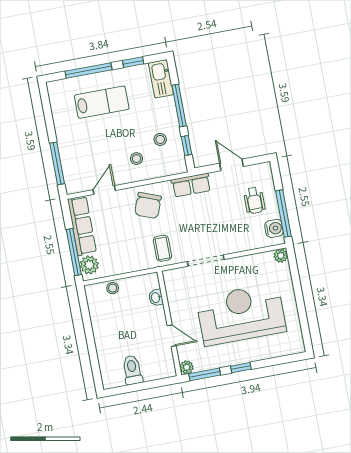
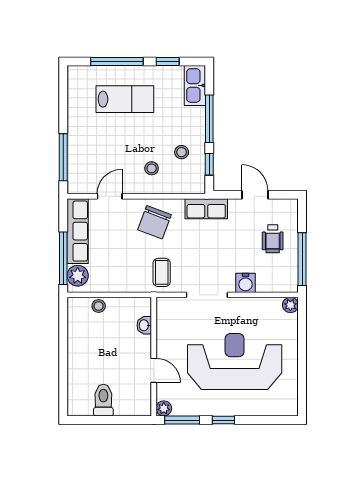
water cooler: (274, 228) -> (246, 283), moved, turned 90

